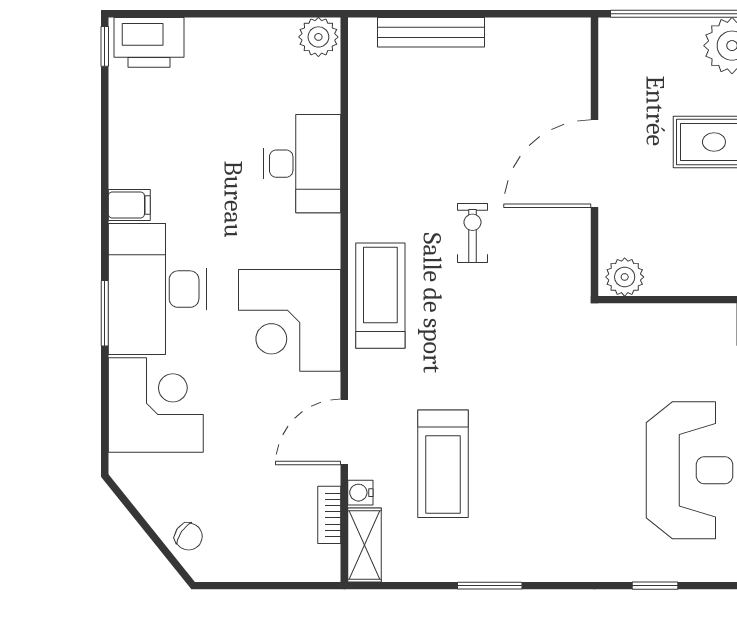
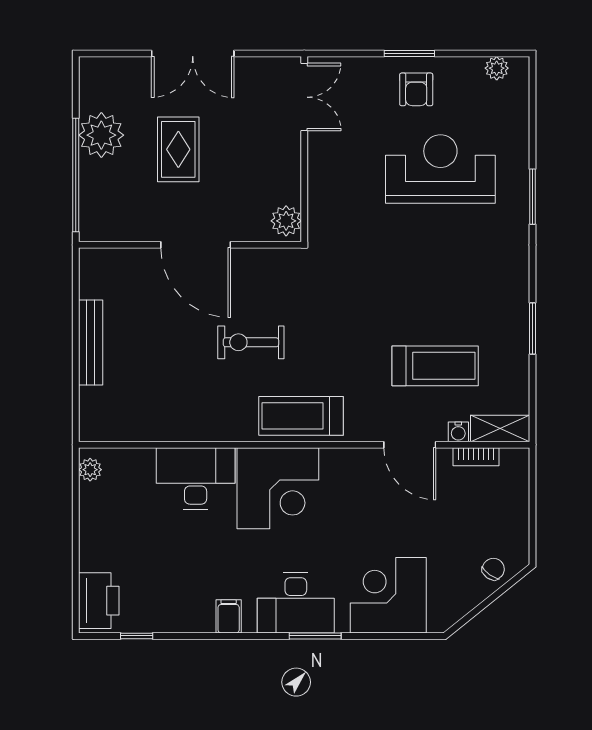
bench: (431, 32) -> (91, 343), moved
plant: (318, 37) -> (90, 470), width x0.73, depth x0.73
window: (105, 46) -> (137, 636), moved
exercise bike: (472, 233) -> (251, 342), width x1.38, depth x1.39
desk: (157, 289) -> (296, 603), width x0.73, depth x0.77
corner desk: (290, 320) -> (278, 488), moved
window: (655, 586) -> (533, 197), width x1.50

